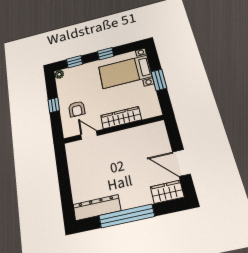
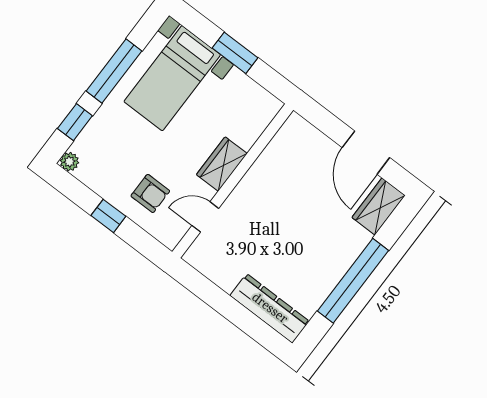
window: (106, 54) -> (114, 71), width x2.17
wardrobe: (121, 118) -> (222, 164), width x0.67
door: (181, 163) -> (366, 153), hinge flipped
dresser: (97, 208) -> (270, 308), moved, turned 90

